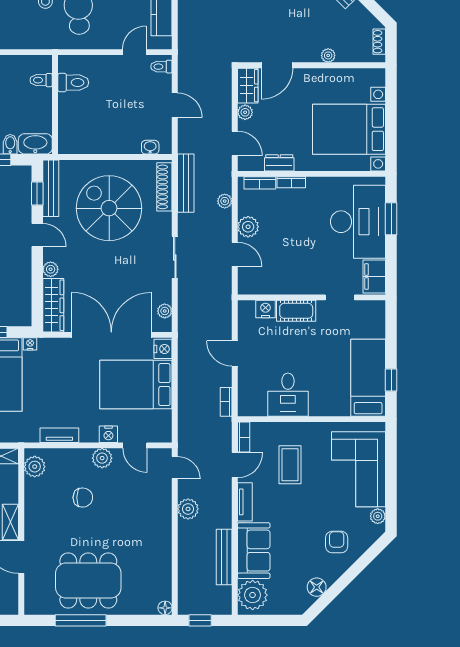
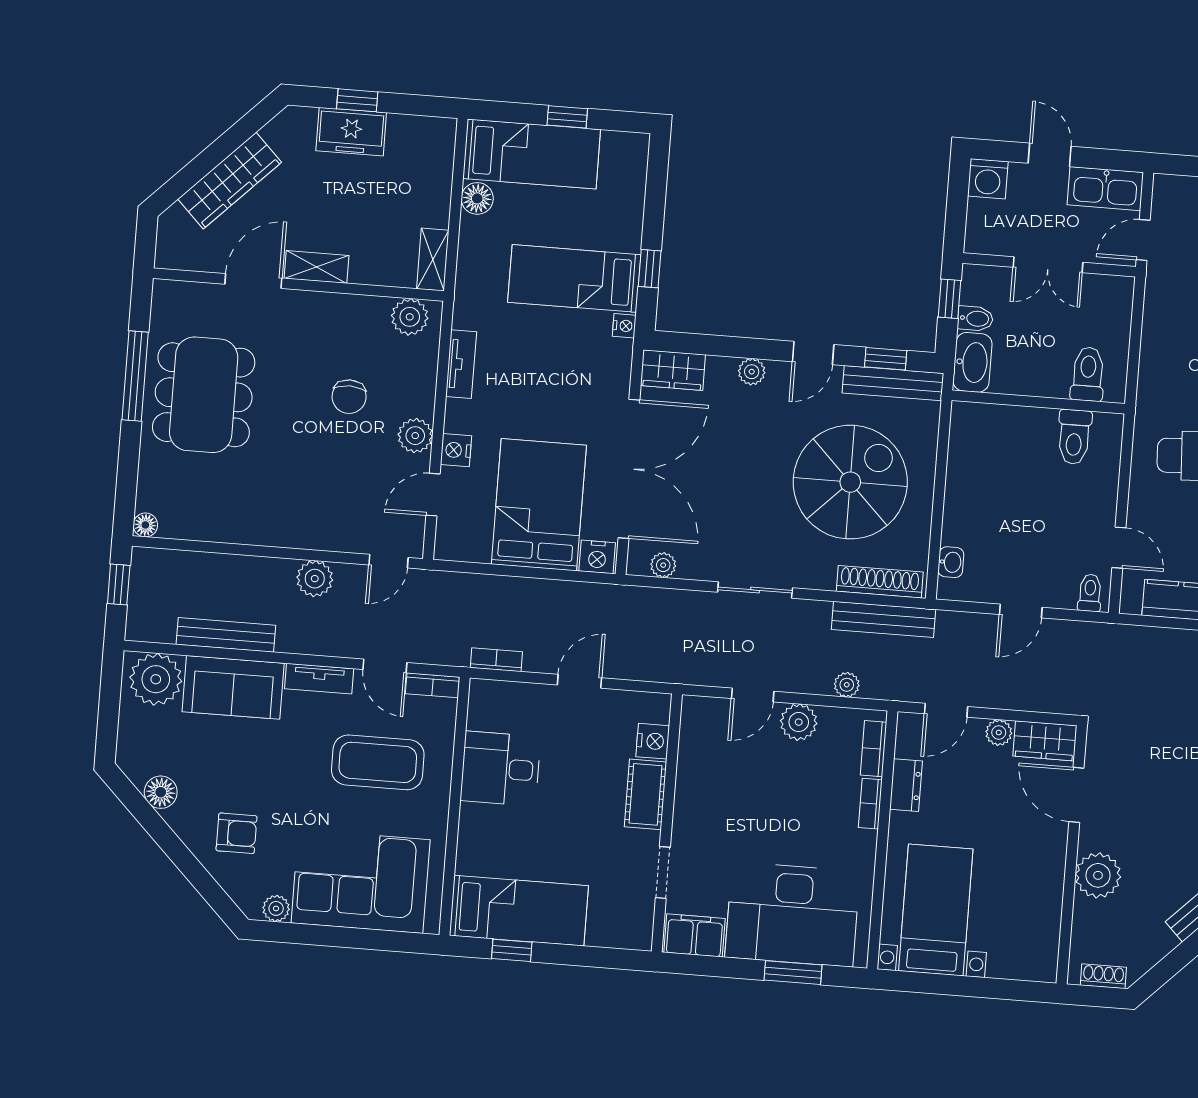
plant: (328, 55) -> (1098, 875), width x1.87, depth x1.87
toilet: (41, 80) -> (1088, 374), width x1.37, depth x1.39
bed with nightstands: (349, 129) -> (936, 910), width x0.73
wardrobe: (53, 305) -> (673, 370), width x0.67
coffee table: (290, 465) -> (378, 762), width x1.36, depth x1.32

